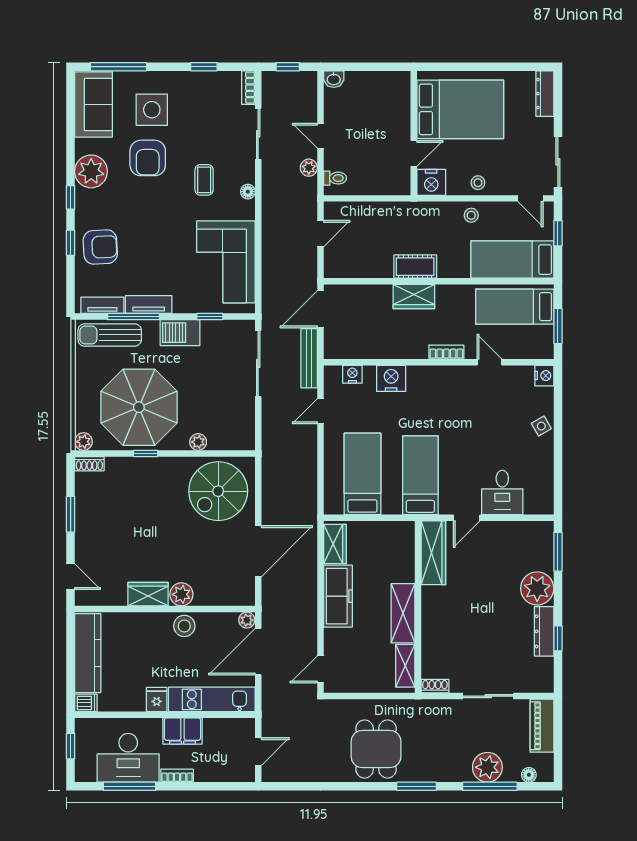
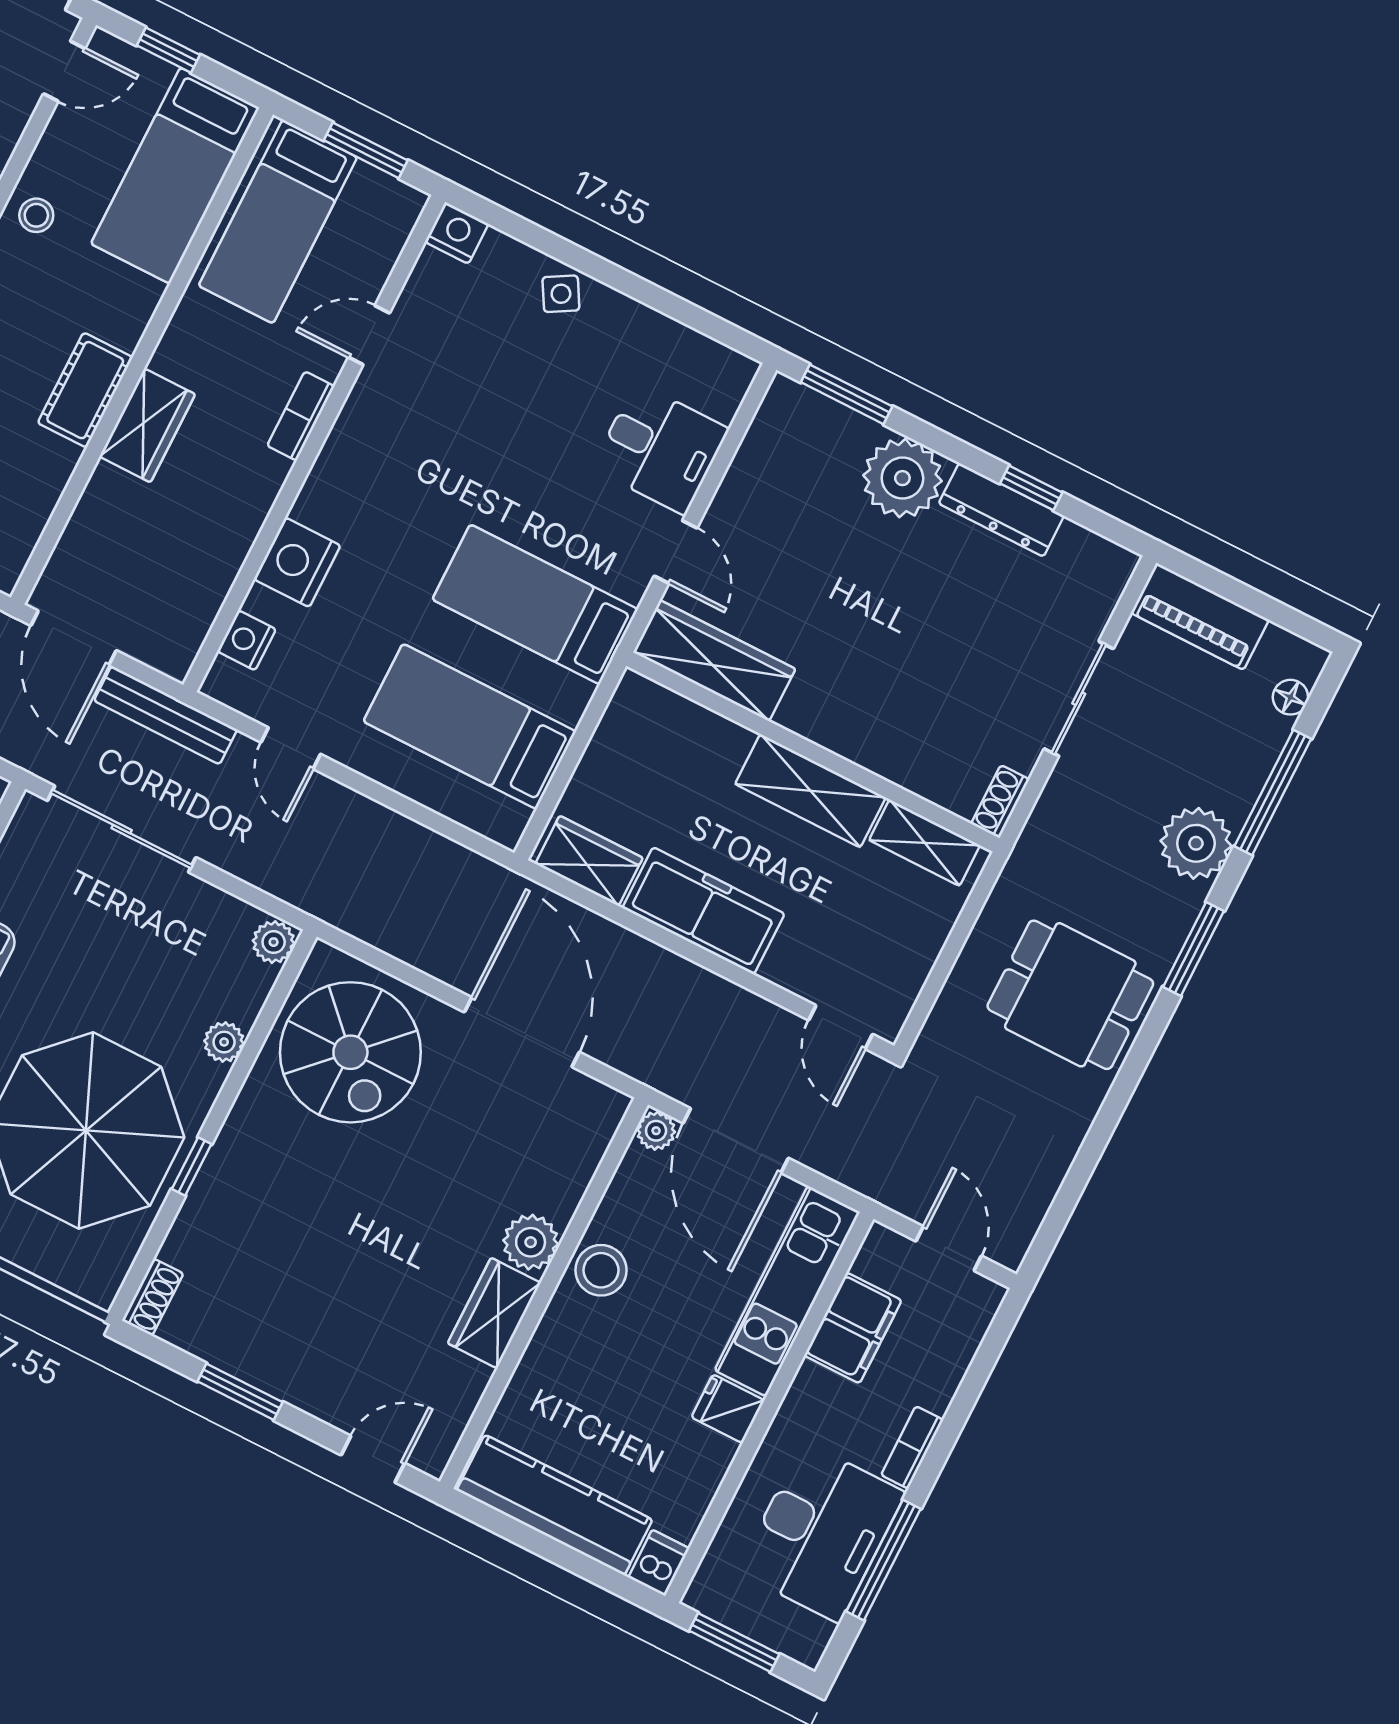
plant: (83, 442) -> (274, 942), moved
filing cabinet: (182, 731) -> (853, 1328), moved
window: (71, 746) -> (734, 1642), width x1.50
plant: (487, 767) -> (1196, 843), moved

